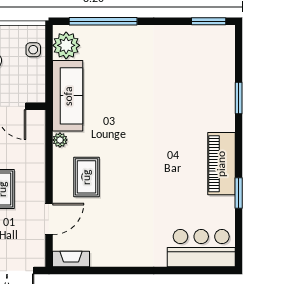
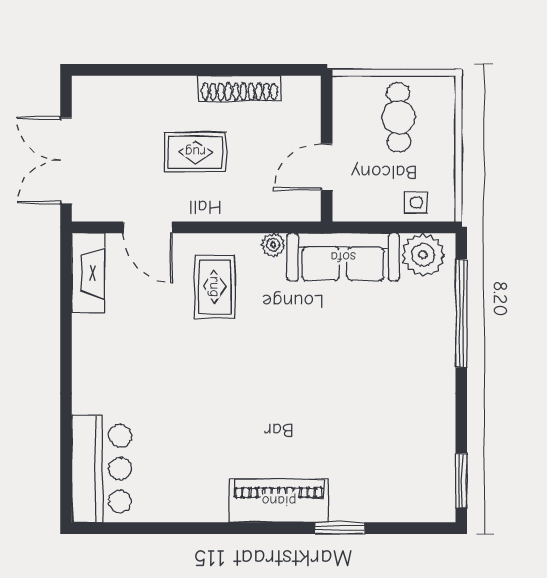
piano: (221, 164) -> (279, 501), moved
rug: (86, 177) -> (215, 287), turned 90
window: (239, 193) -> (189, 528), removed
fireplace: (71, 259) -> (88, 273), width x1.37, depth x1.32

